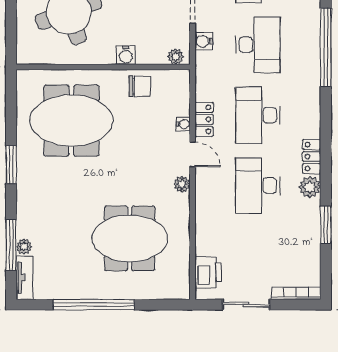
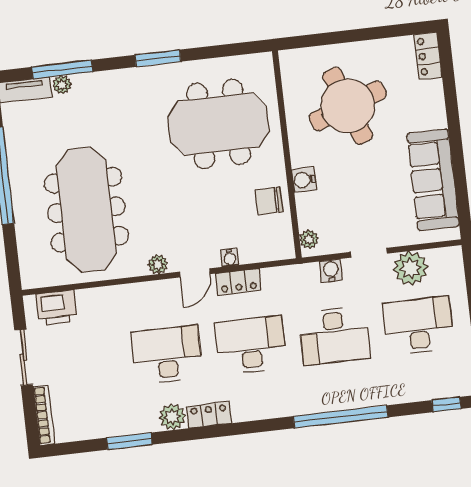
chair: (140, 86) -> (269, 201), turned 90
meeting table: (71, 121) -> (219, 124), turned 90
meeting table: (130, 238) -> (86, 210), width x1.36

